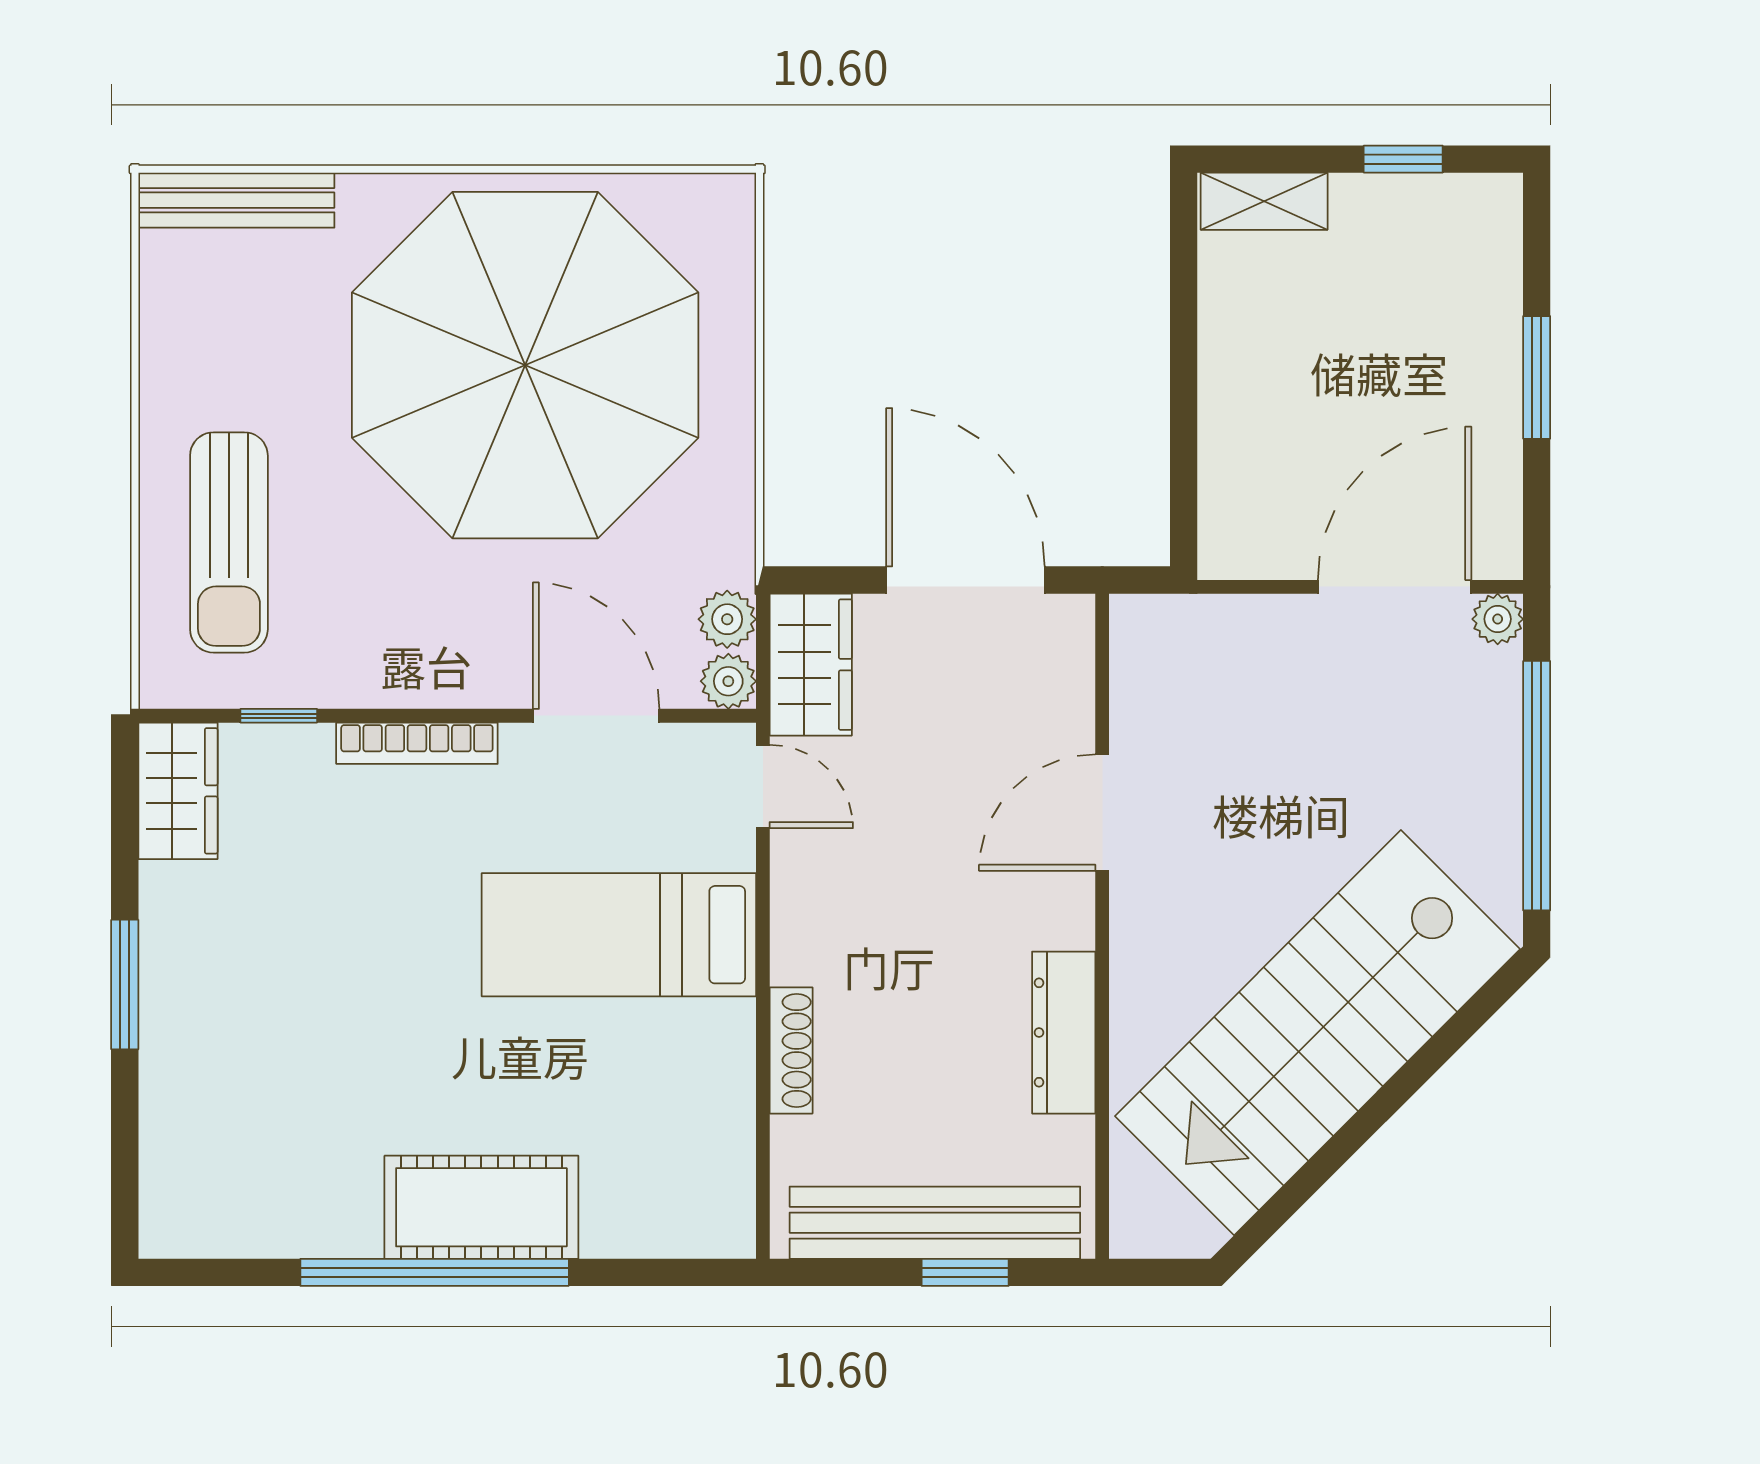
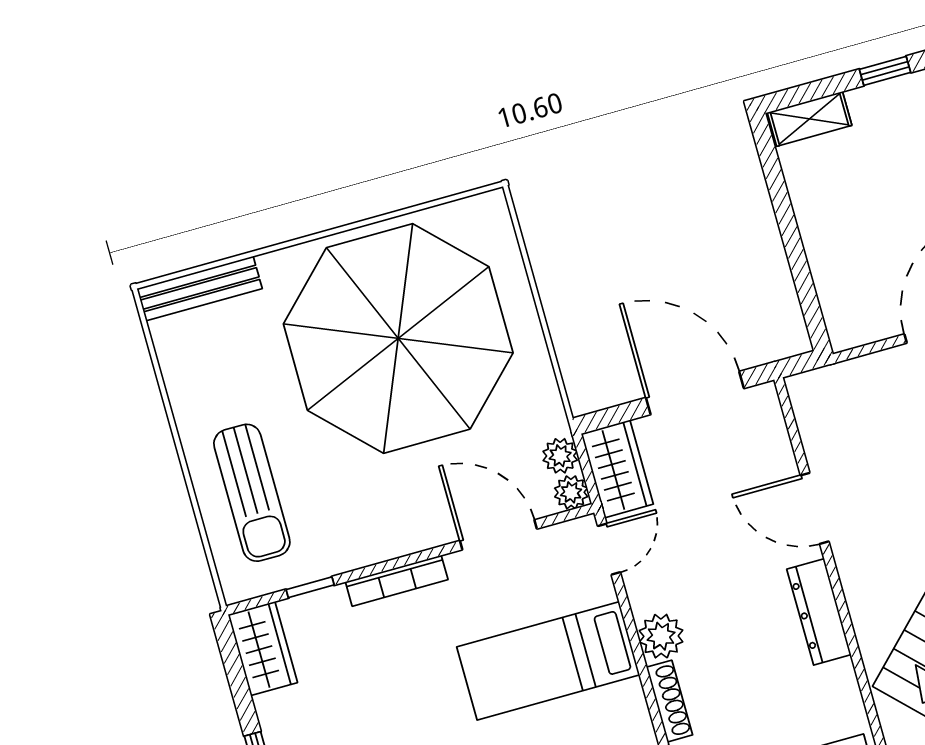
door: (763, 787) -> (609, 549), hinge flipped
door: (1102, 813) -> (815, 508), hinge flipped
plant: (806, 945) -> (661, 636), added
dresser: (1064, 1033) -> (819, 612), moved

